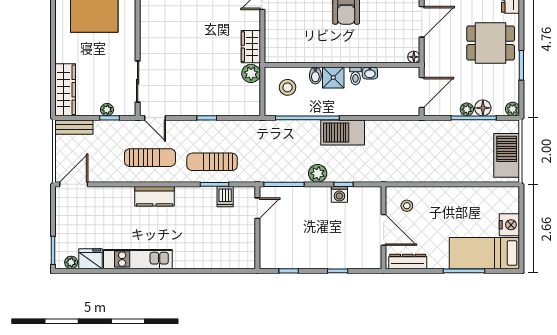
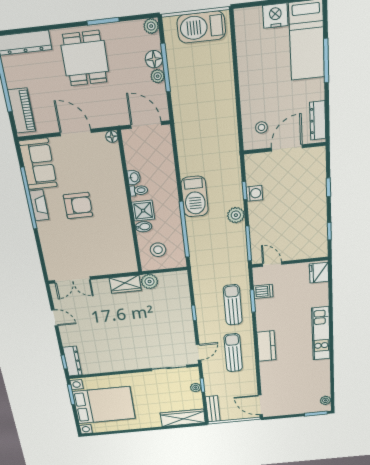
sun lounger: (212, 162) -> (233, 305), turned 180
fridge: (91, 259) -> (319, 273), moved
kitchen unit: (138, 259) -> (321, 334), moved

